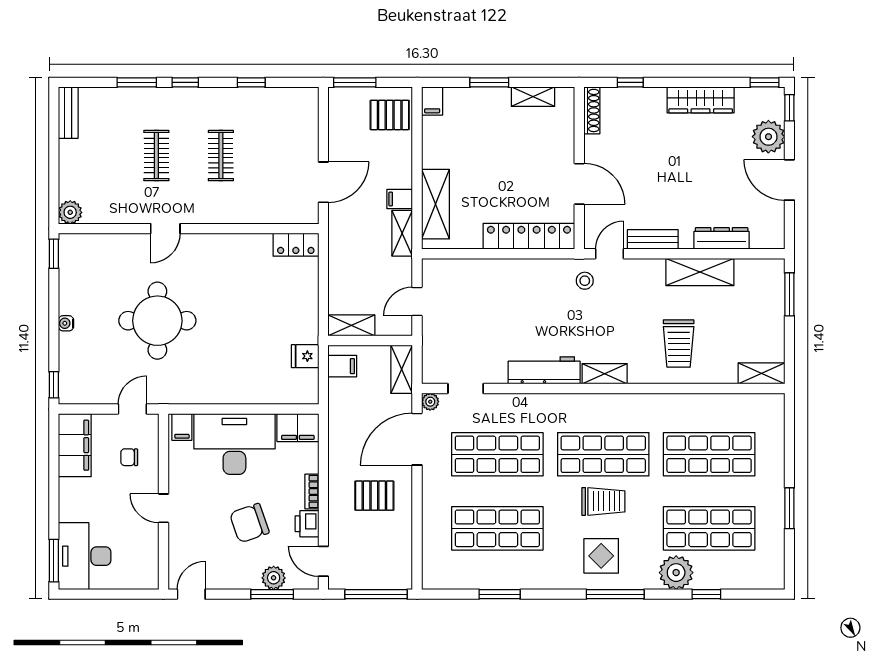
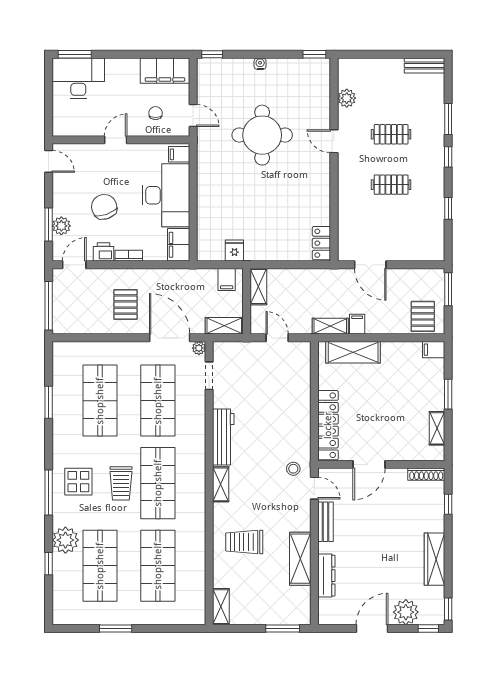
plant: (70, 212) -> (347, 98), moved

